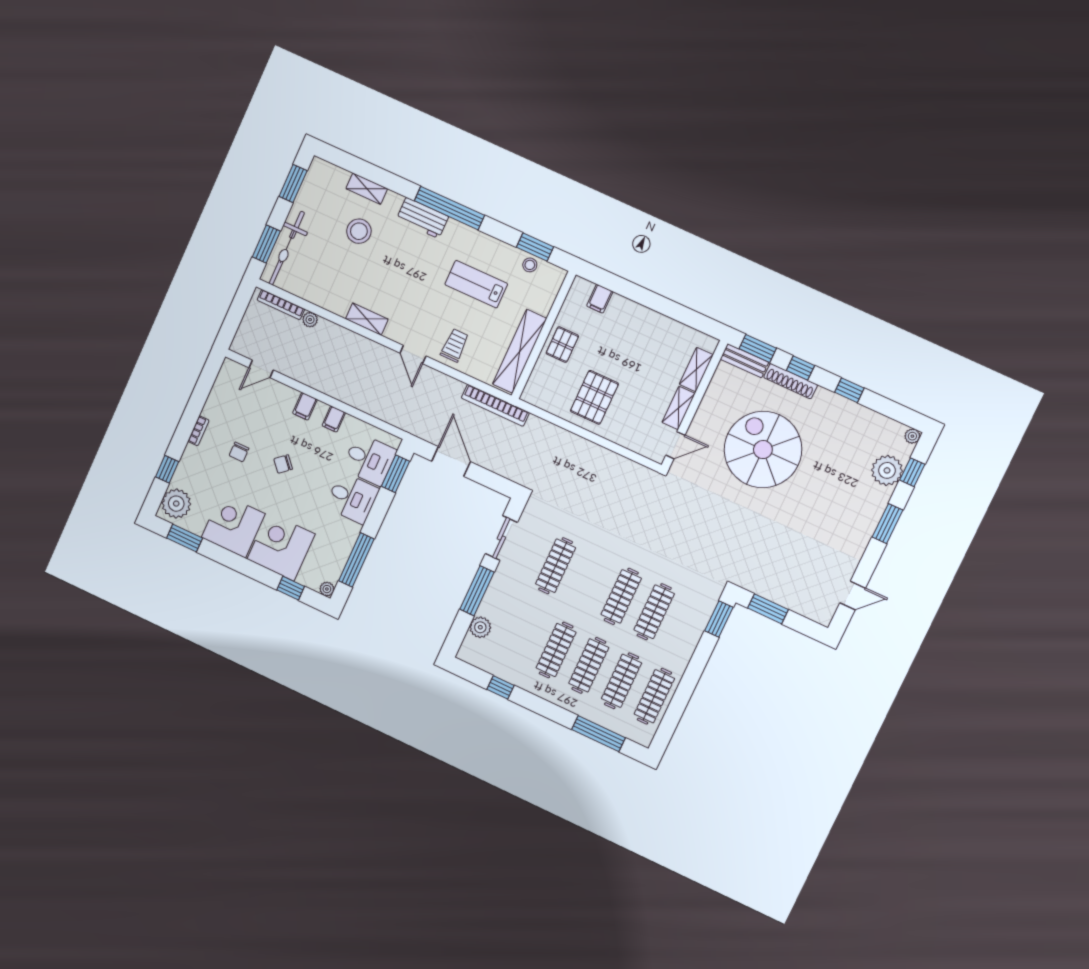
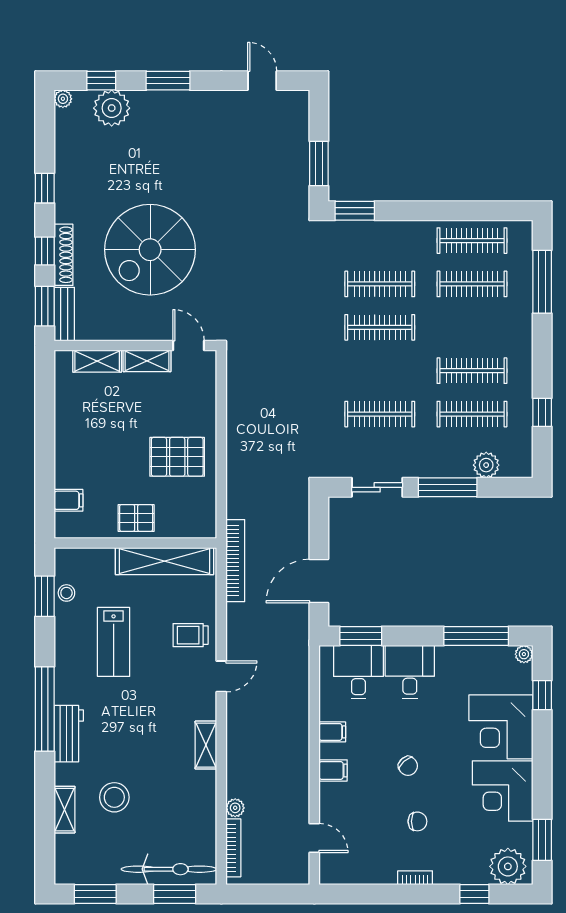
clothes rail: (589, 665) -> (472, 414), moved

